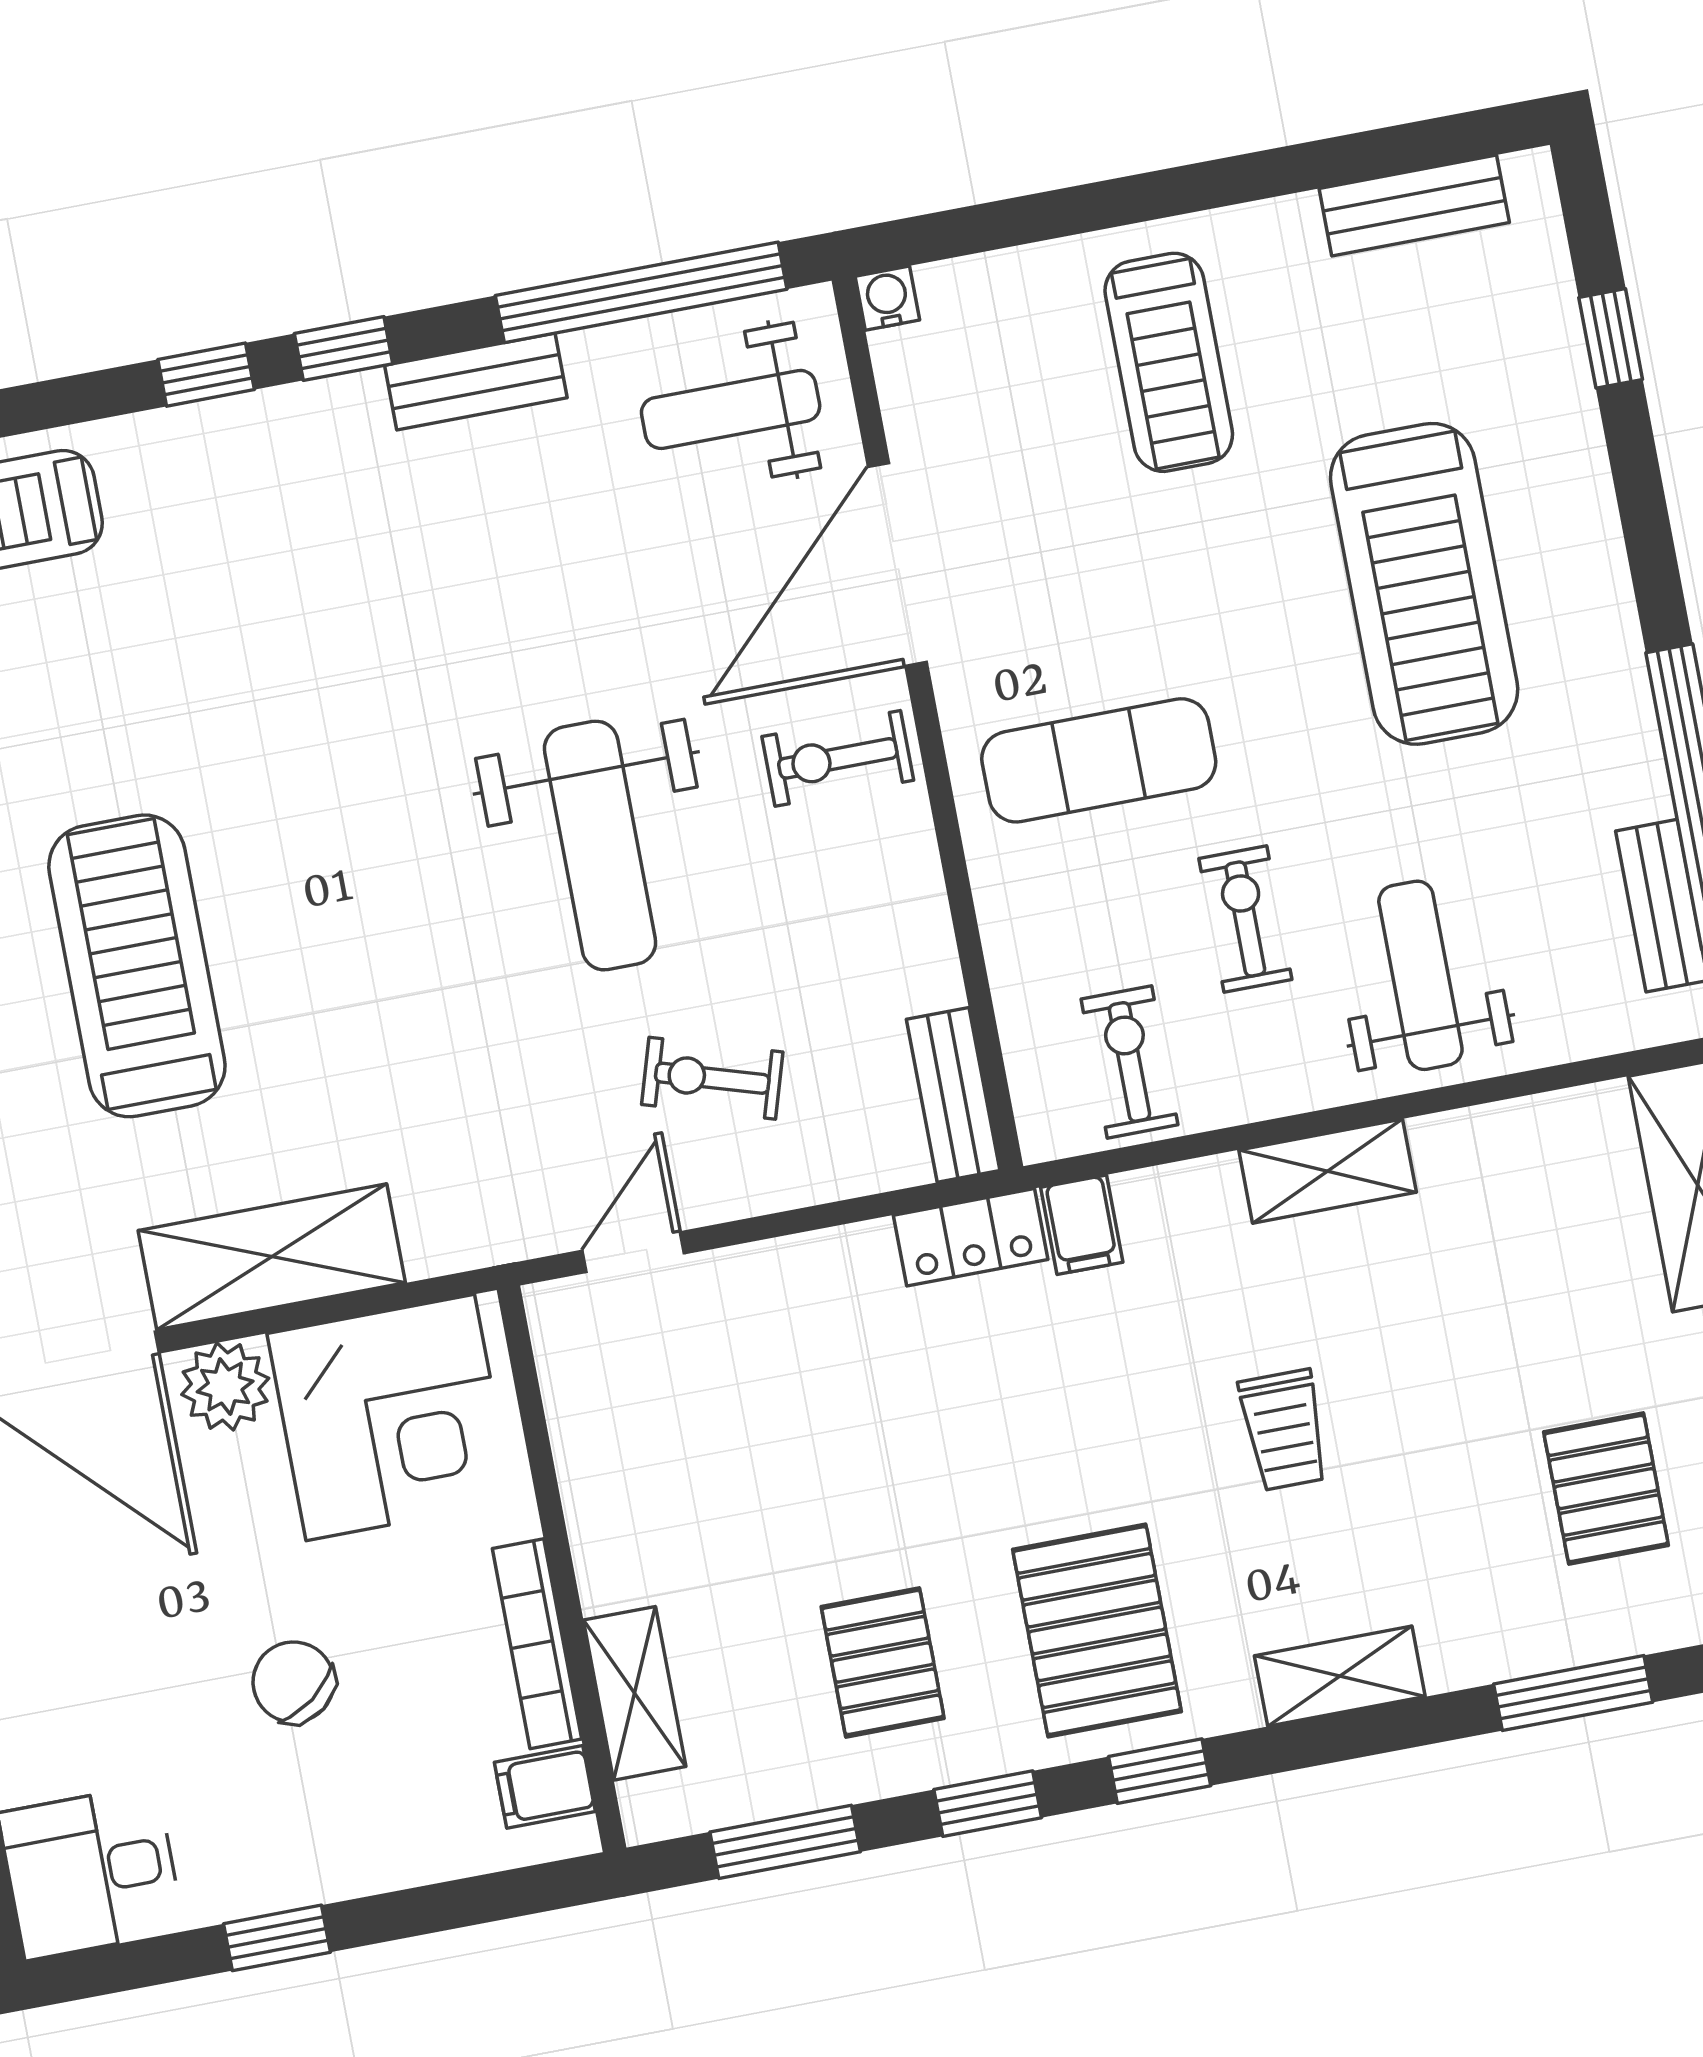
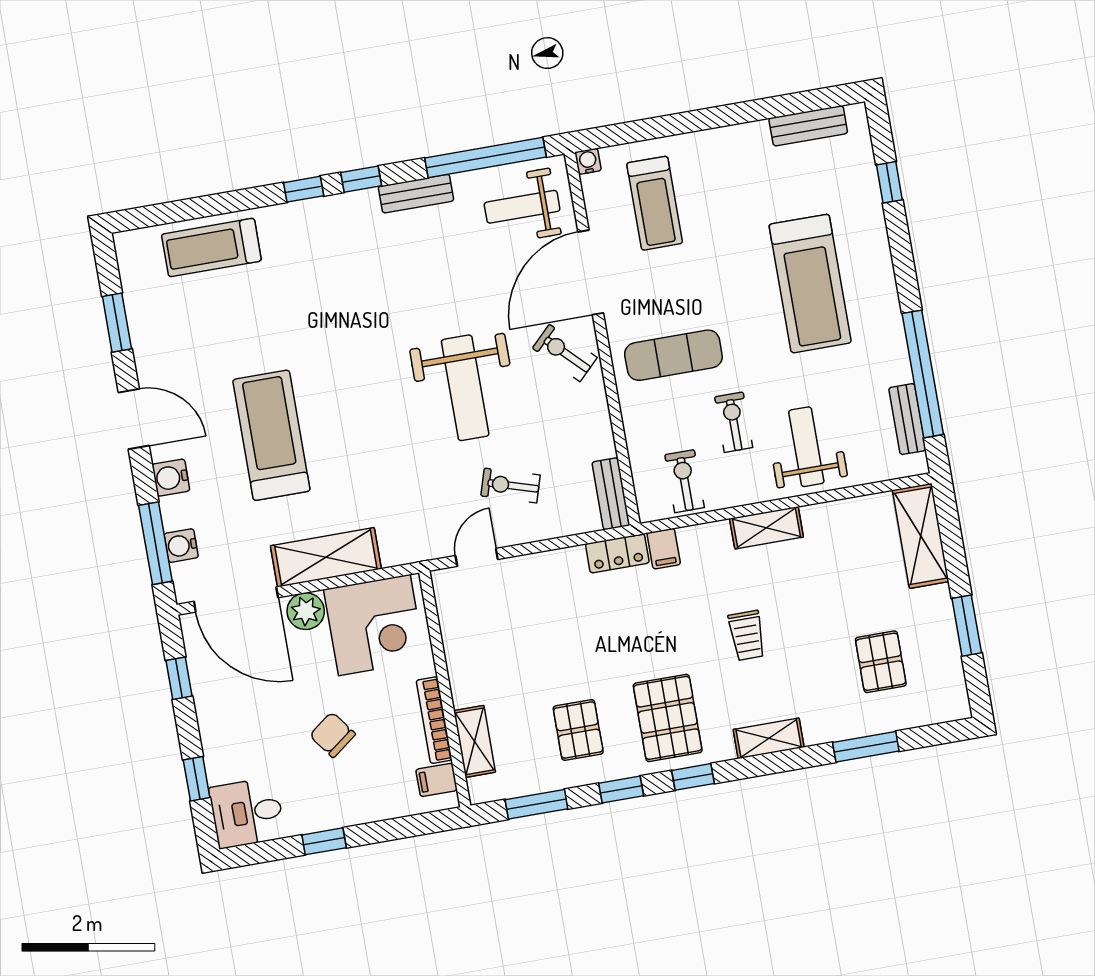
treadmill: (1169, 362) -> (655, 203), moved
exercise bike: (838, 758) -> (565, 353), turned 45

